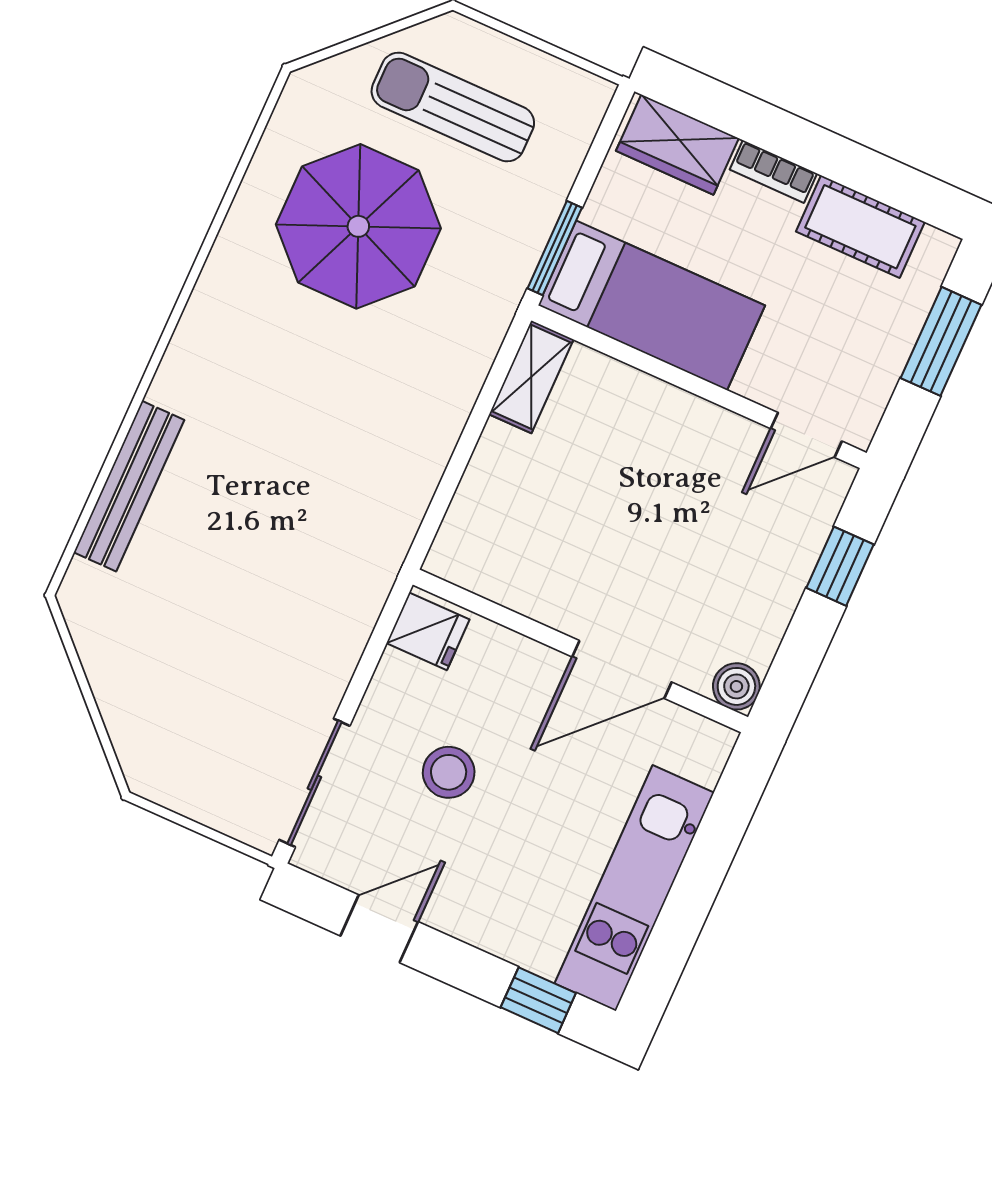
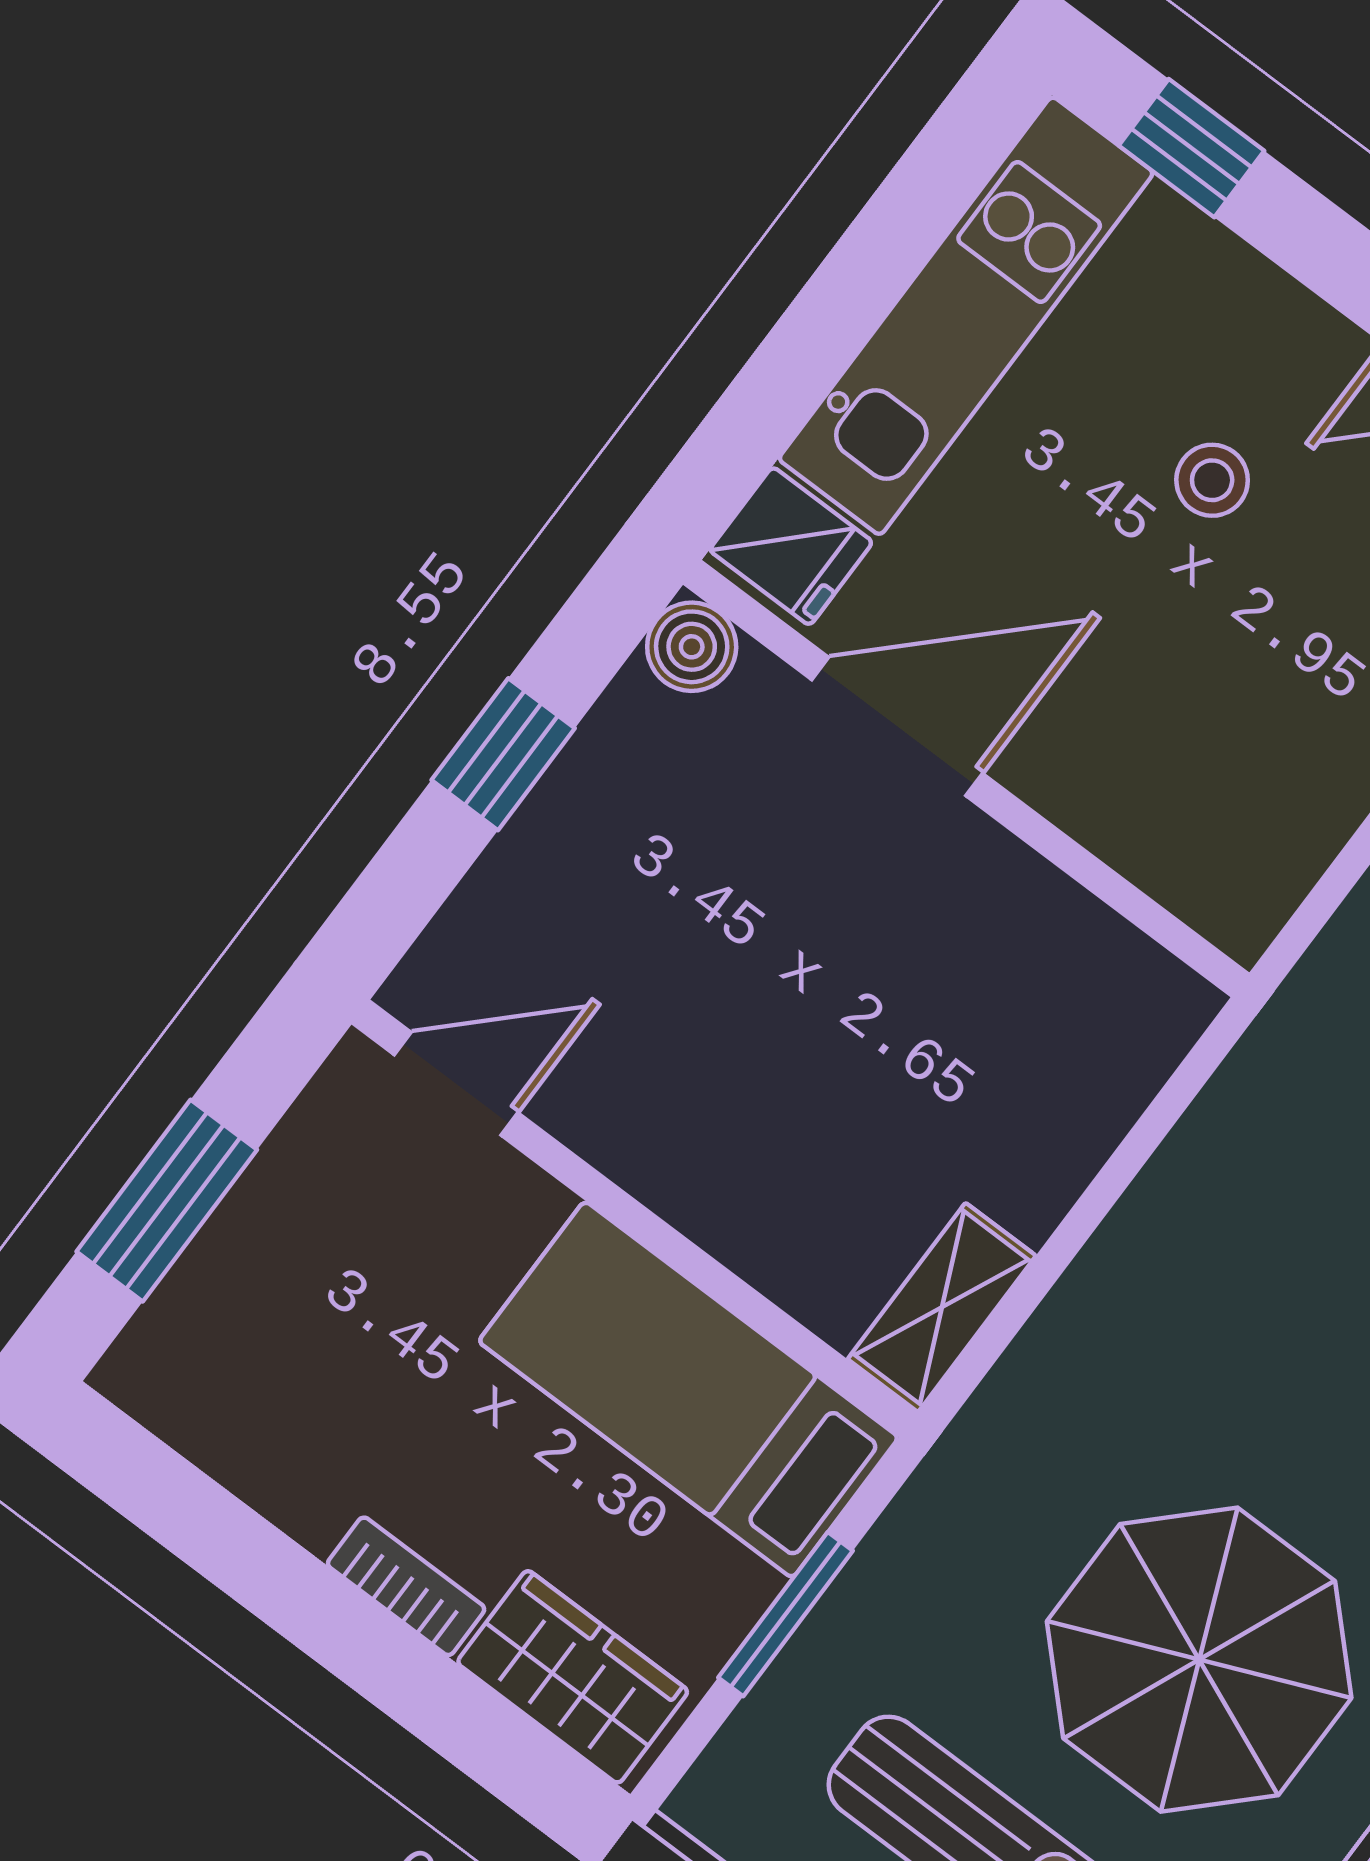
cot: (860, 227) -> (268, 1447), removed
window: (555, 248) -> (785, 1614), moved
window: (840, 566) -> (503, 754), moved
fridge: (428, 631) -> (791, 546), moved, turned 180
stool: (449, 772) -> (1212, 480), moved, width x0.73, depth x0.73

